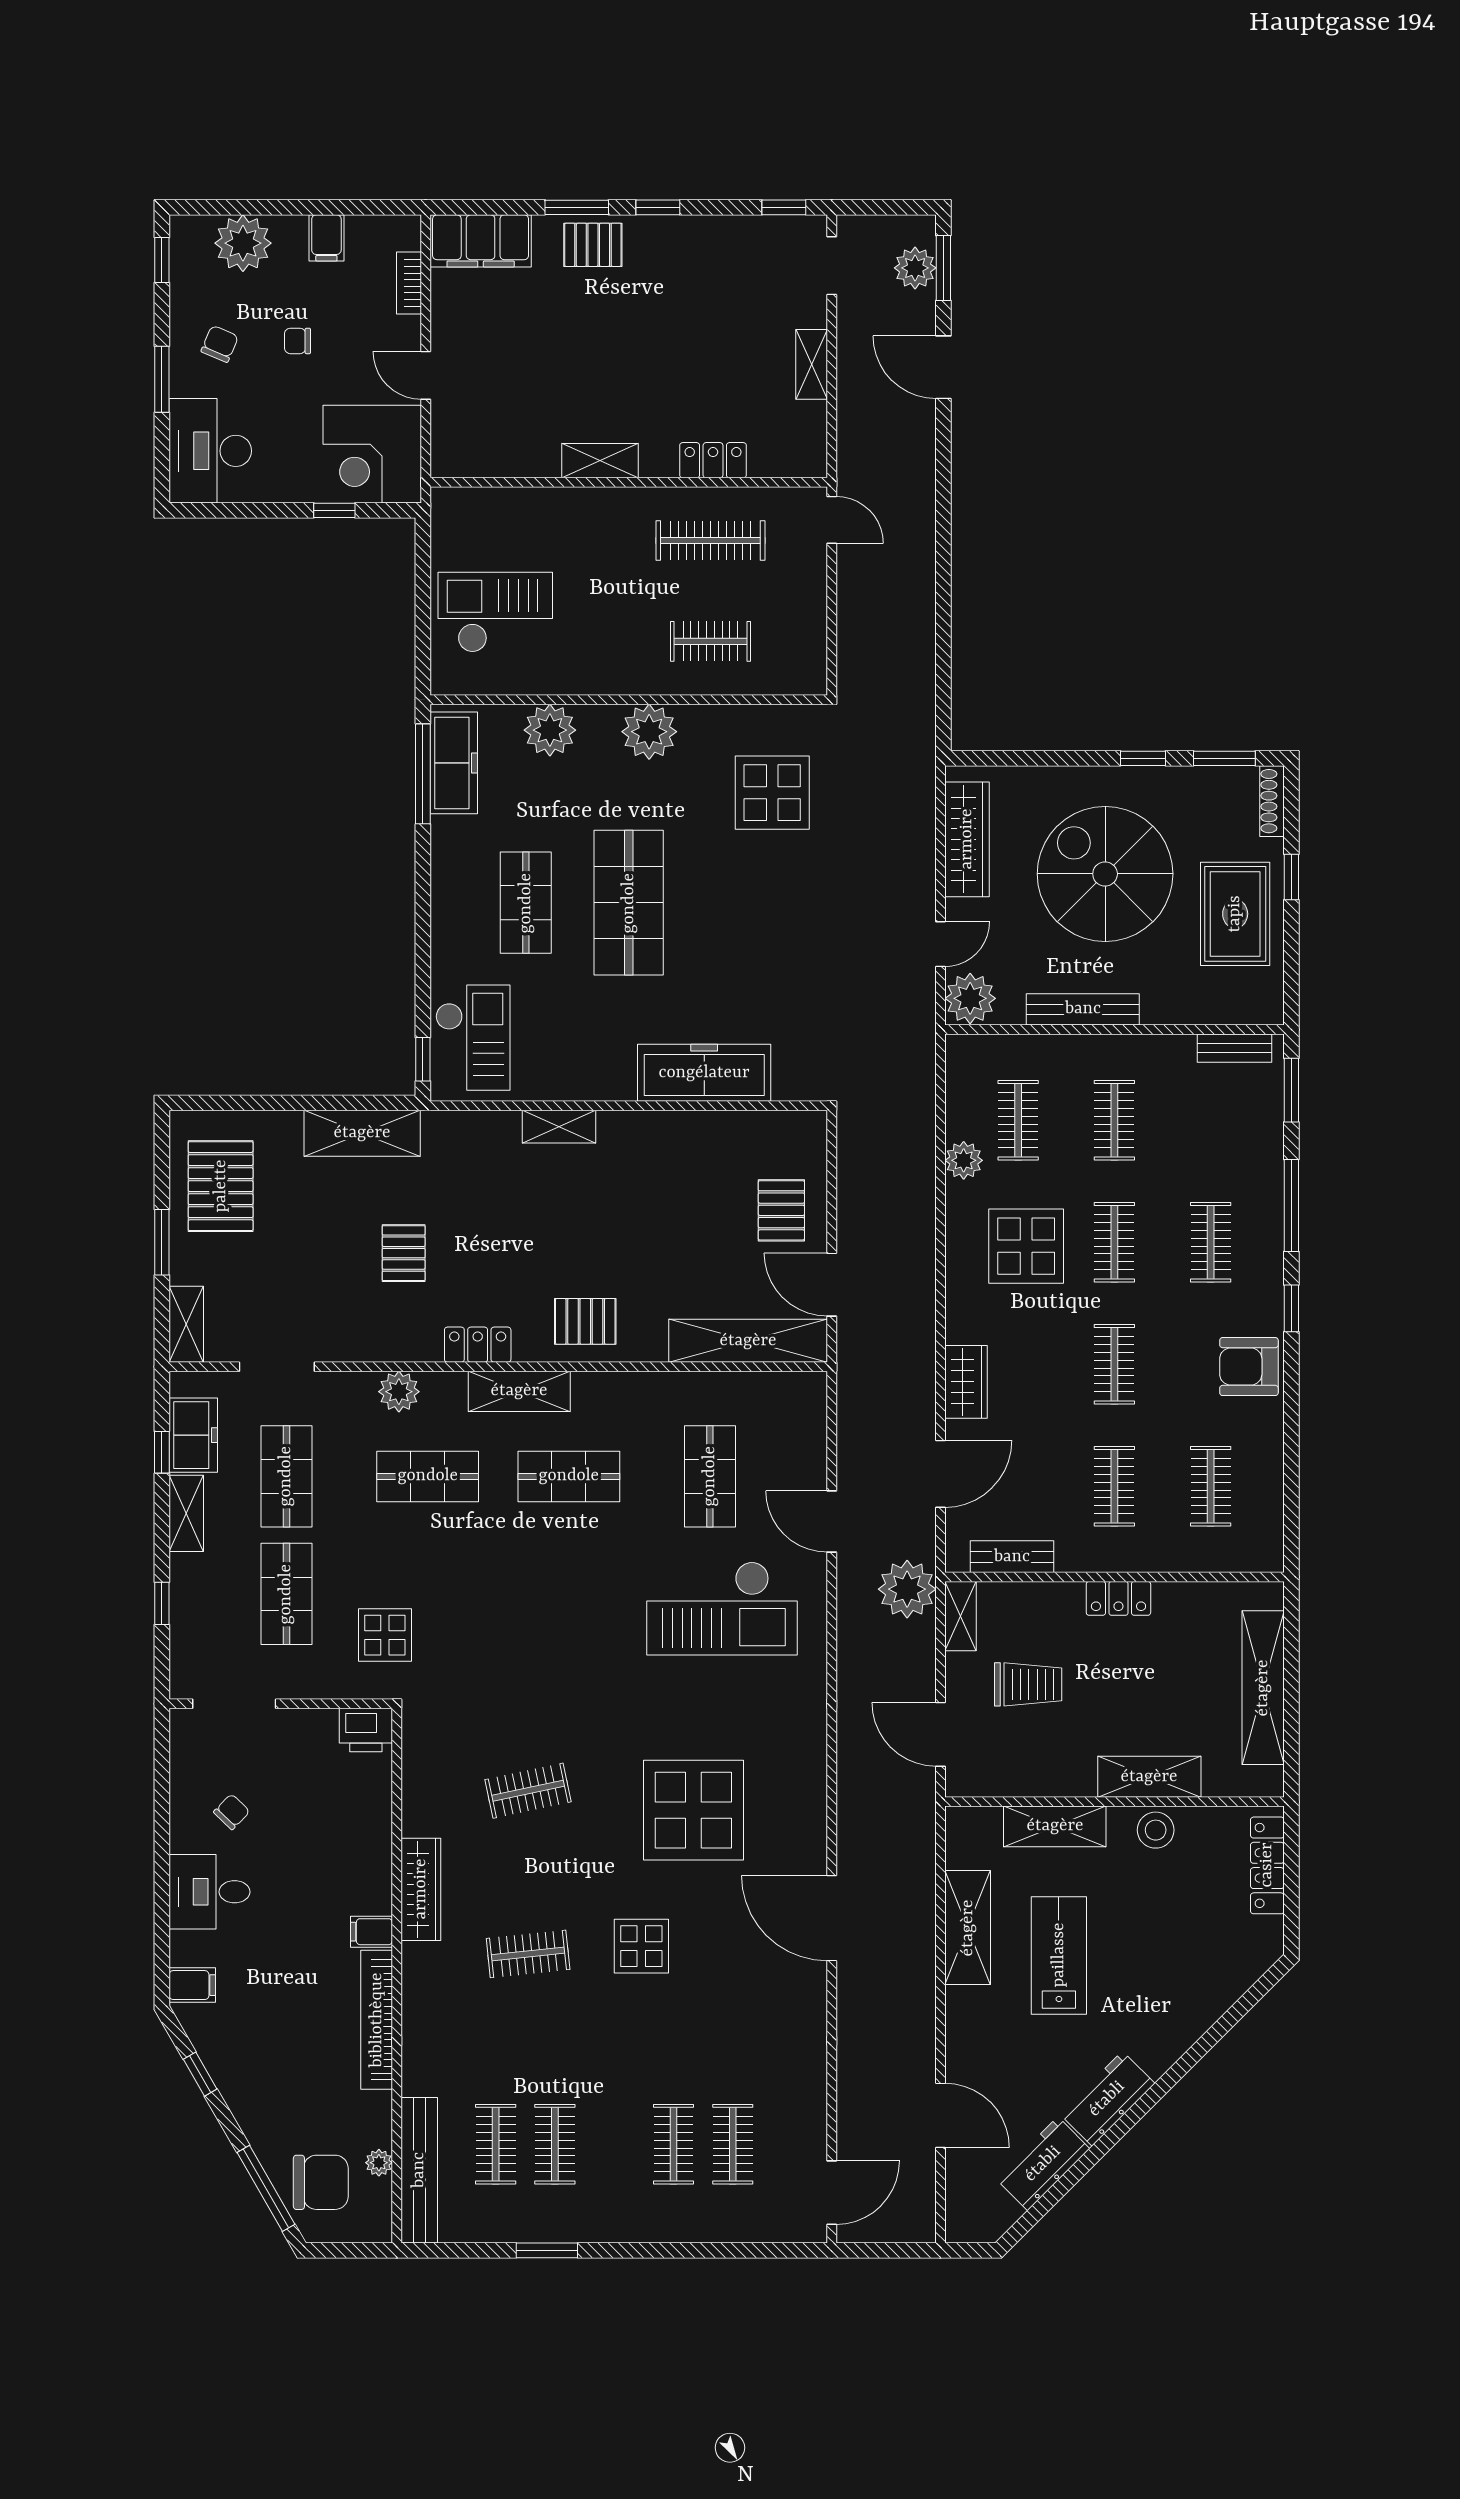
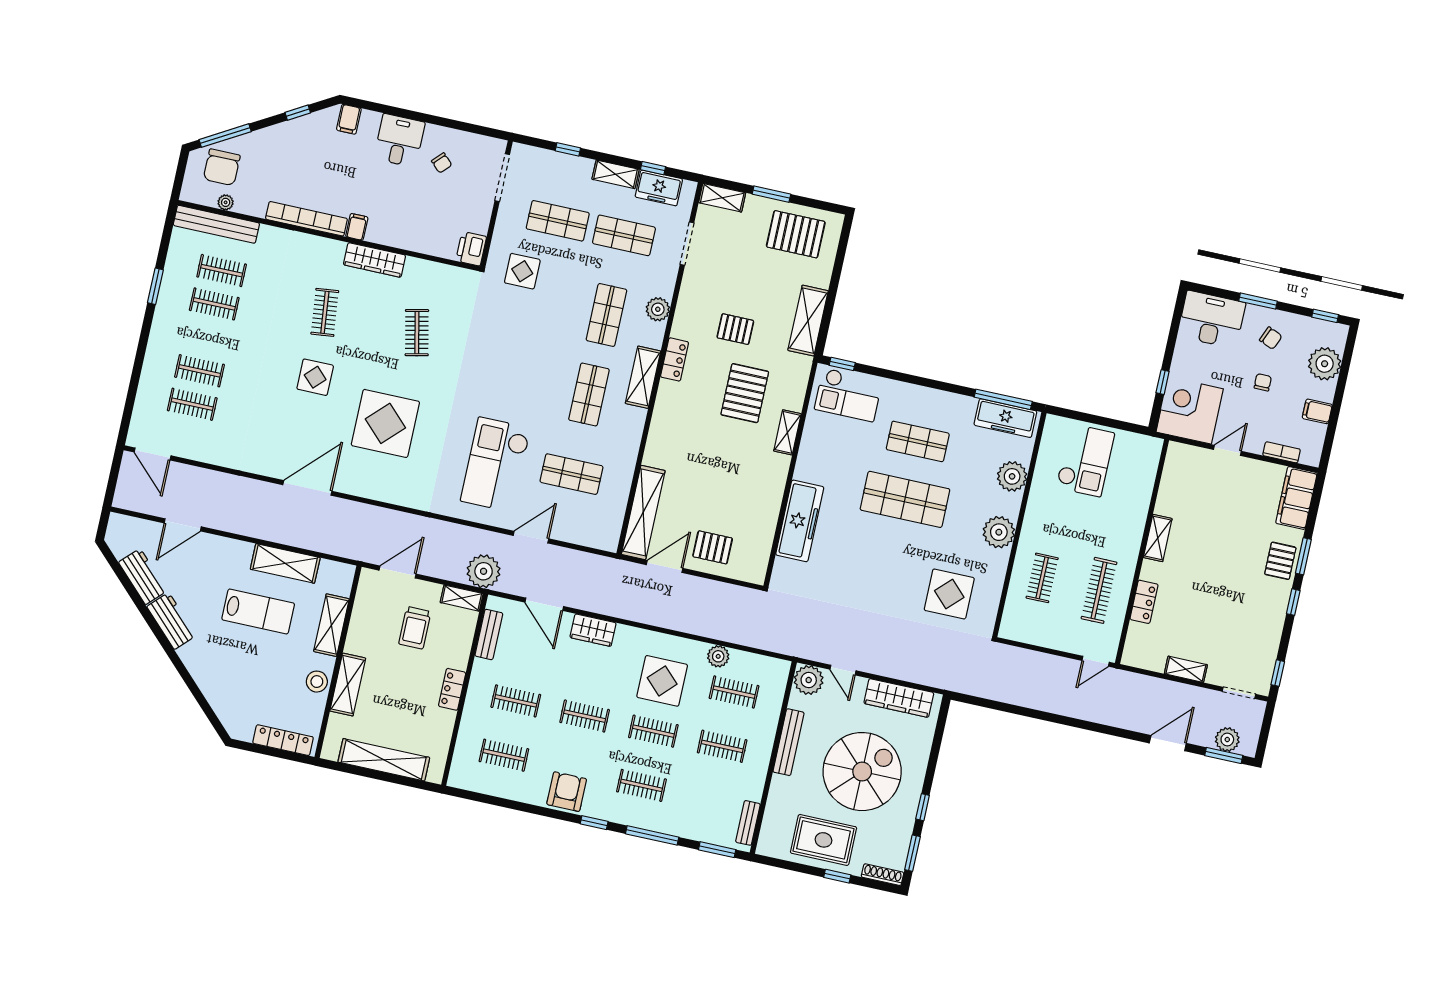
pallet: (585, 1321) -> (745, 393), moved, width x1.50, depth x1.42

